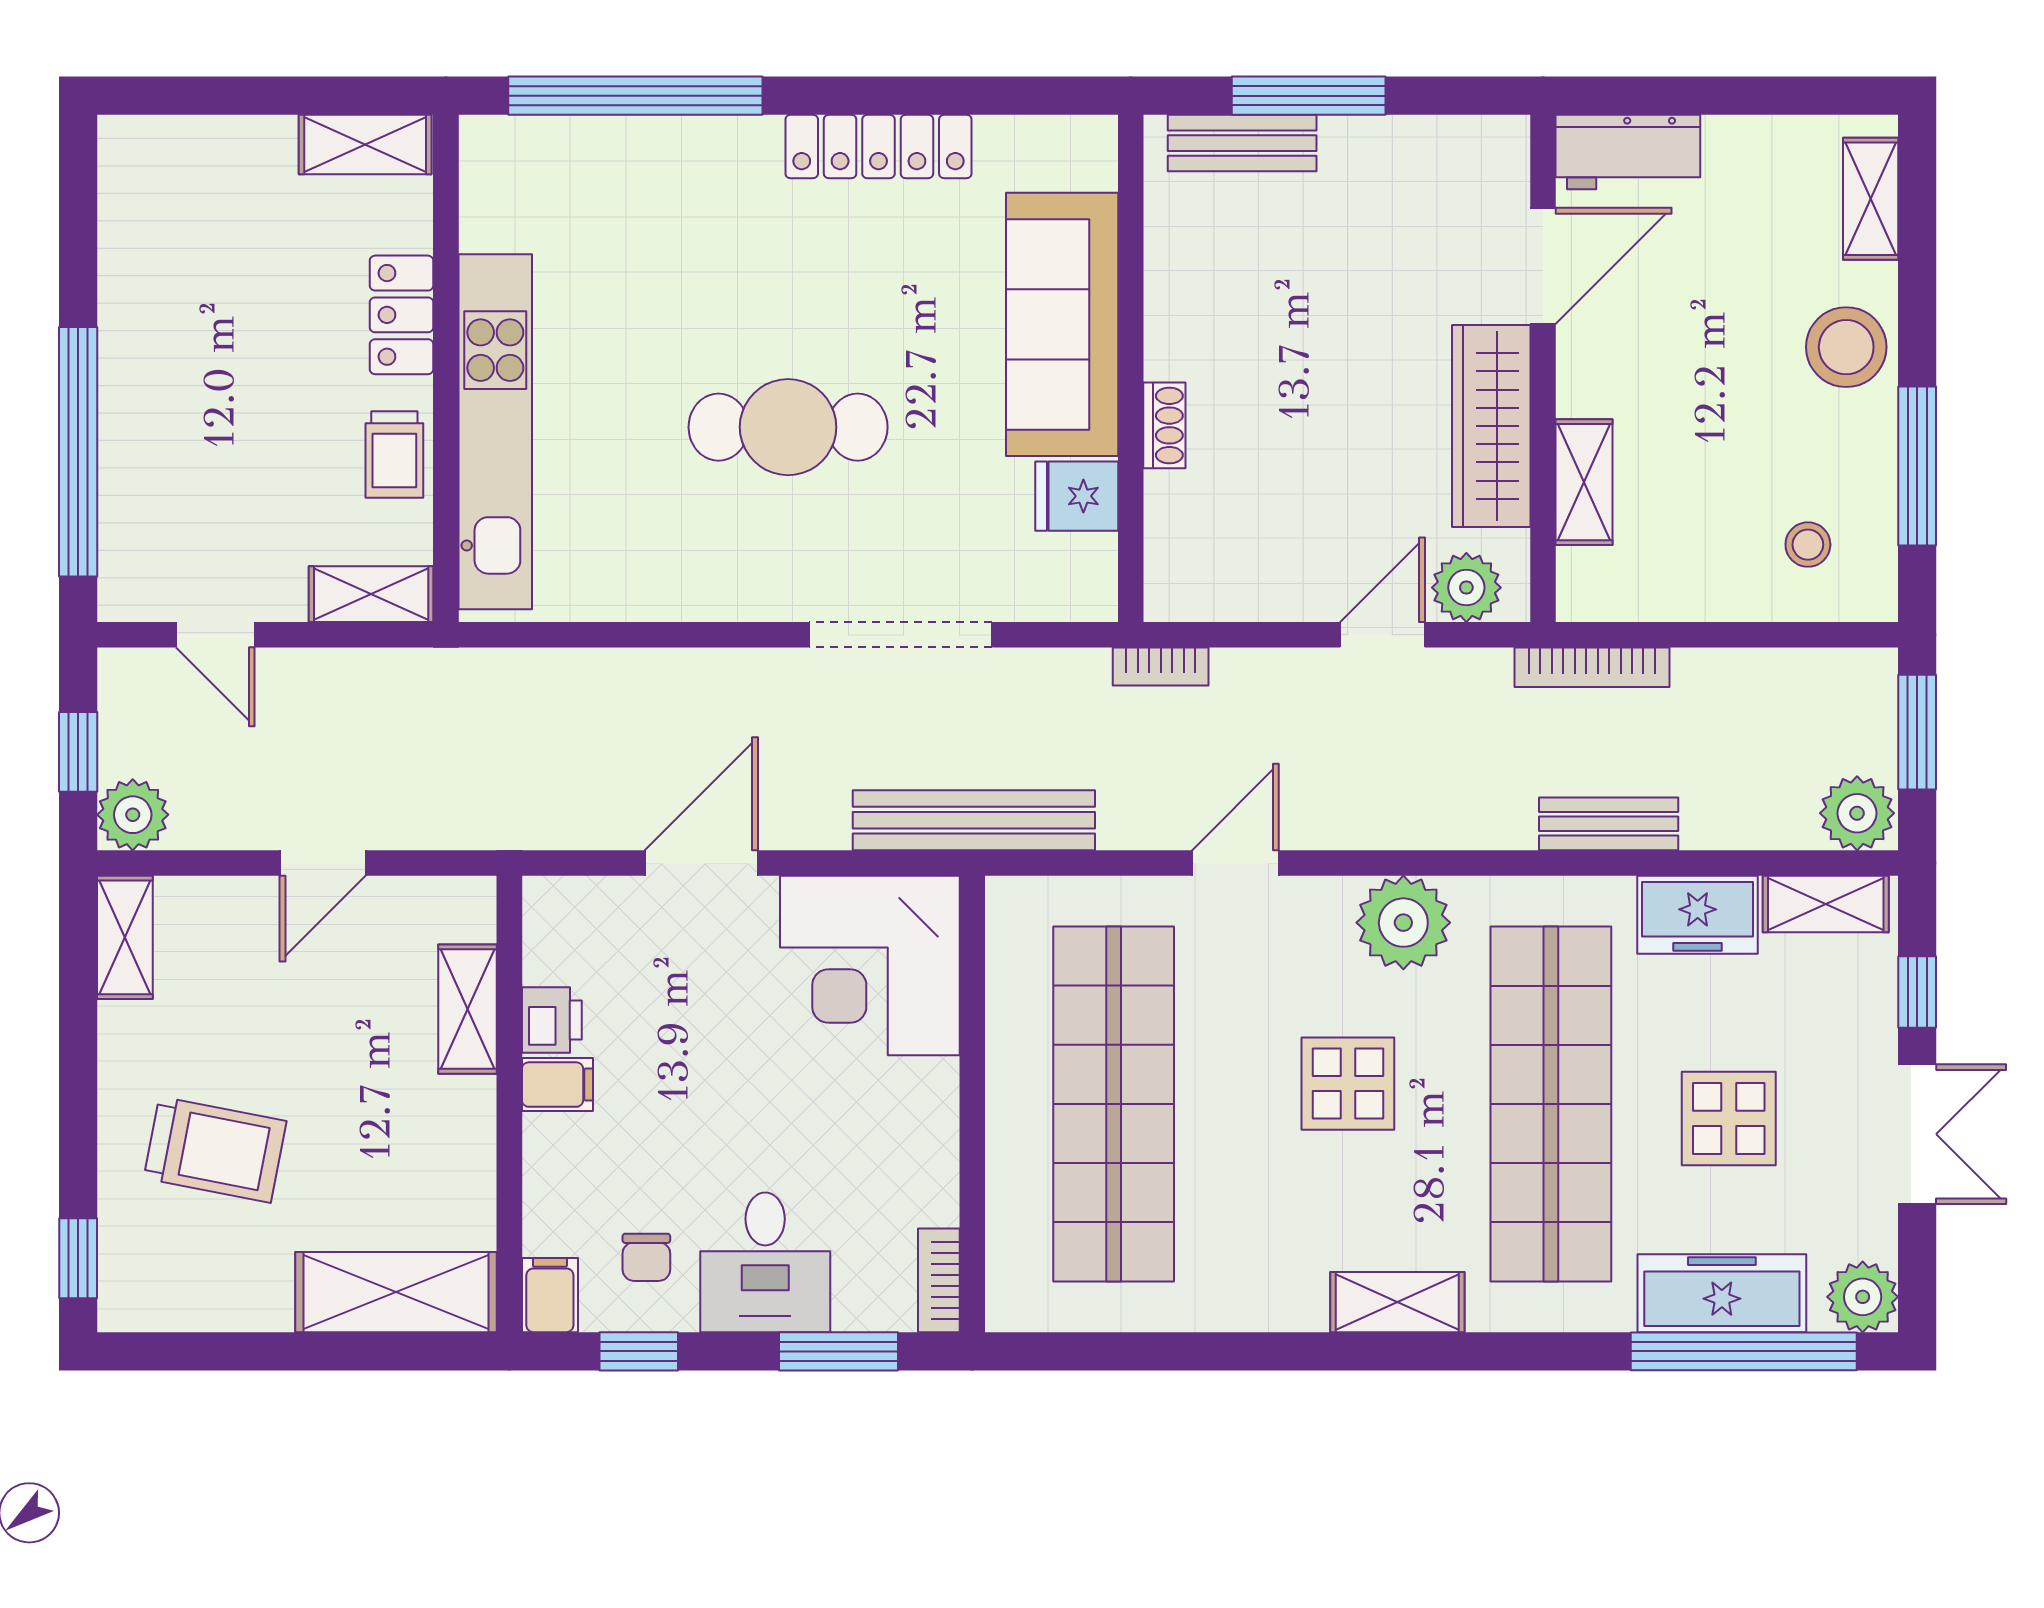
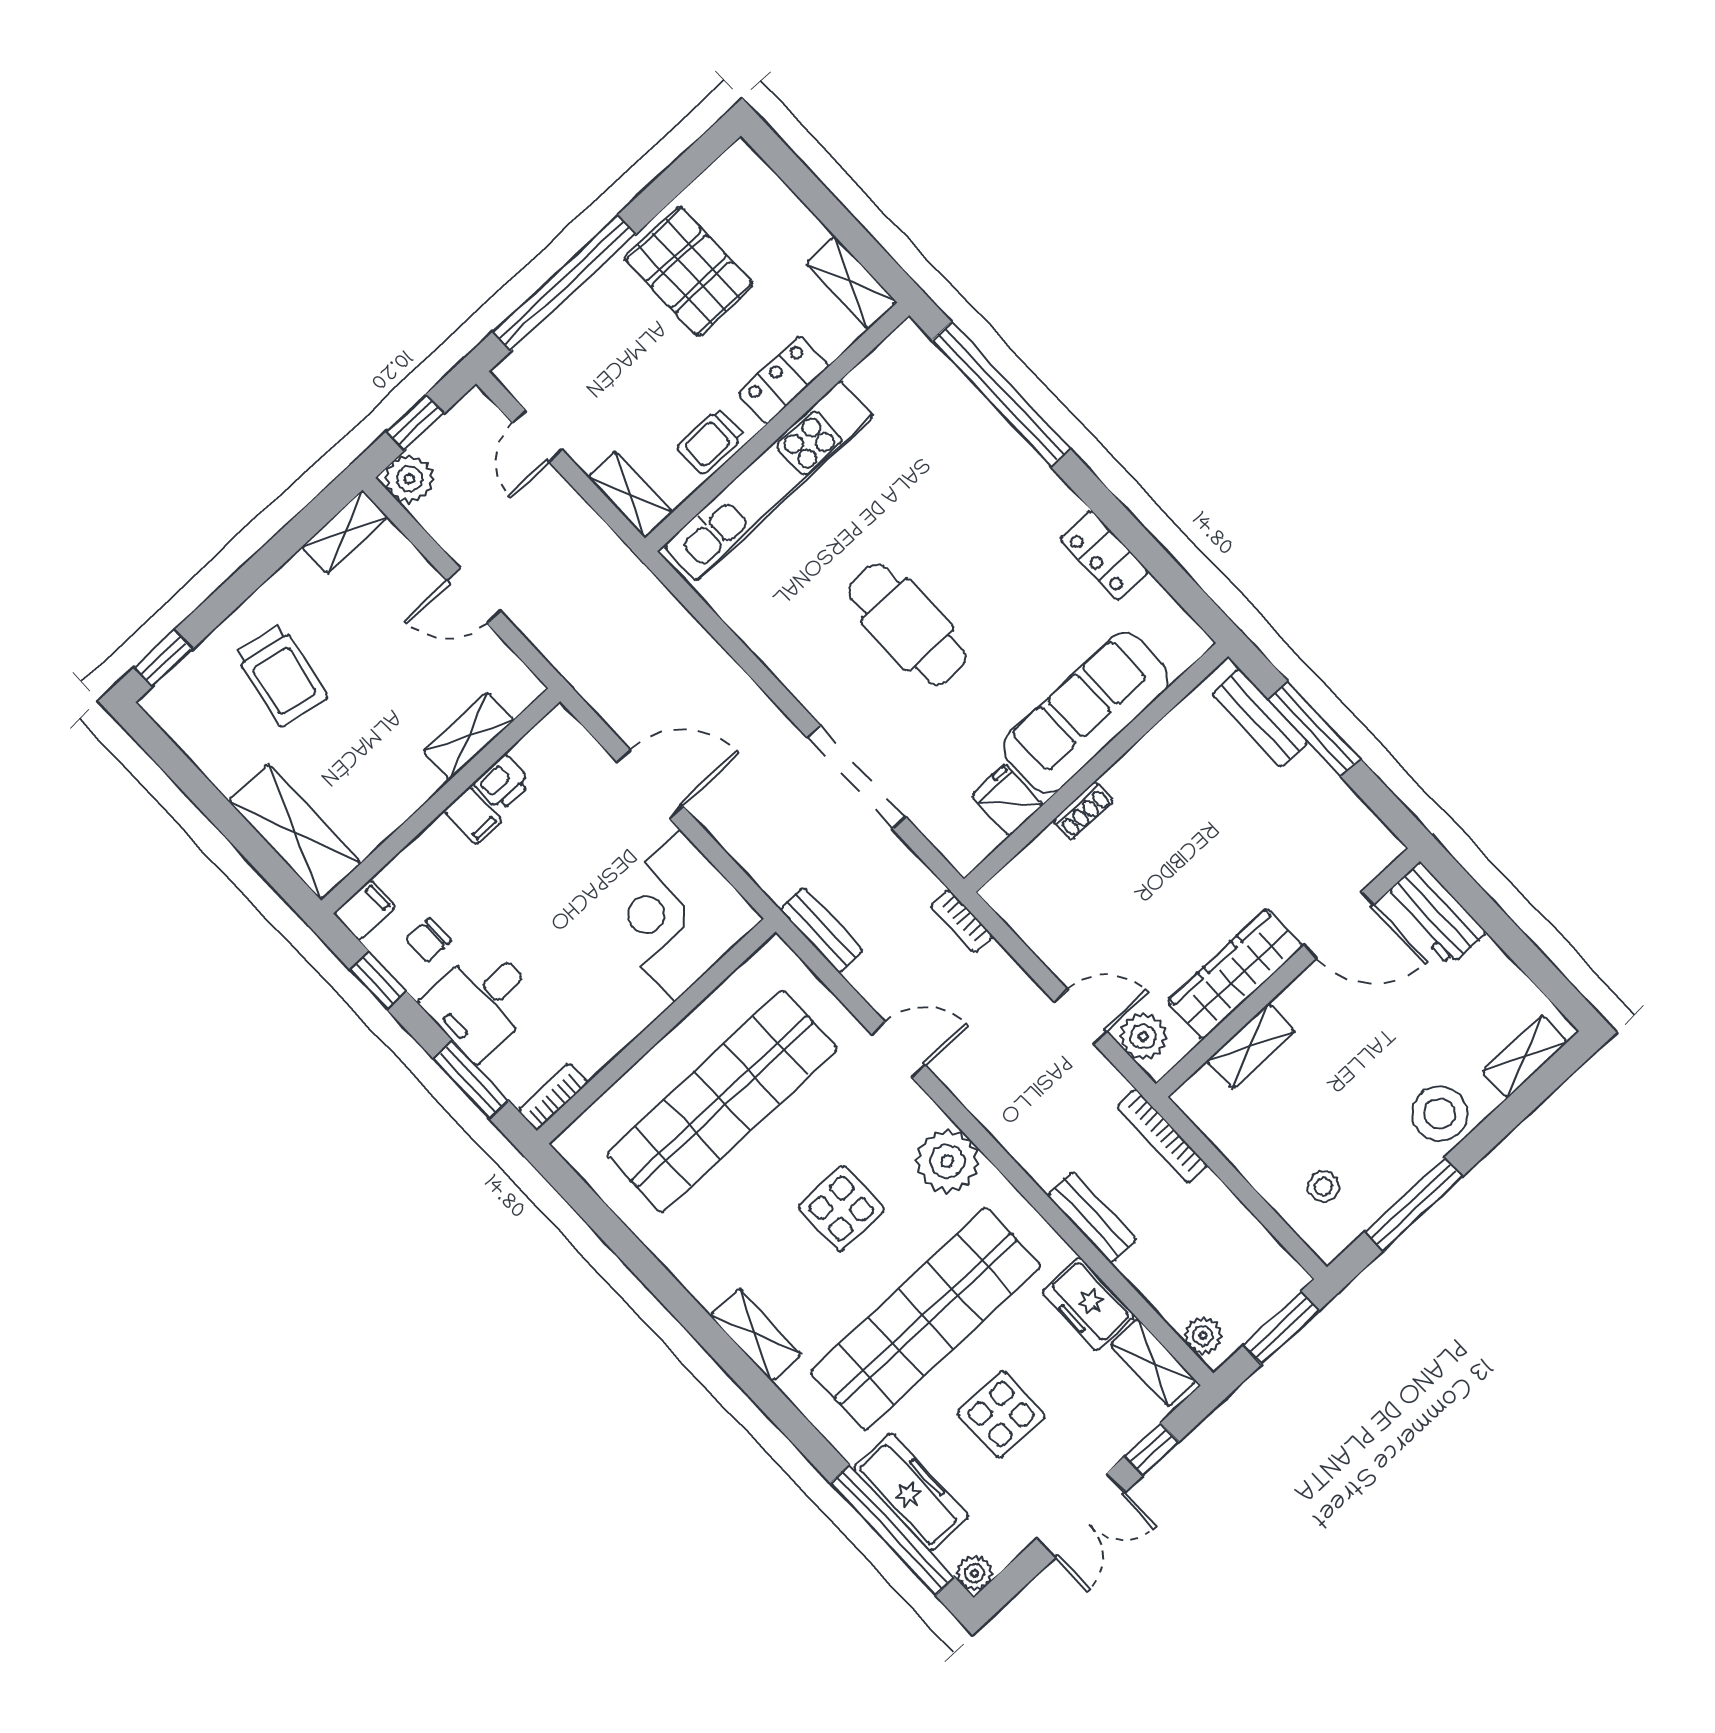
locker: (879, 147) -> (1104, 555), width x0.66
pallet: (190, 307) -> (689, 271), added
plant: (1857, 813) -> (1203, 1336), width x0.73, depth x0.73
bench: (974, 820) -> (822, 930), width x0.54, depth x0.82
plant: (1863, 1297) -> (975, 1573), width x0.73, depth x0.73

